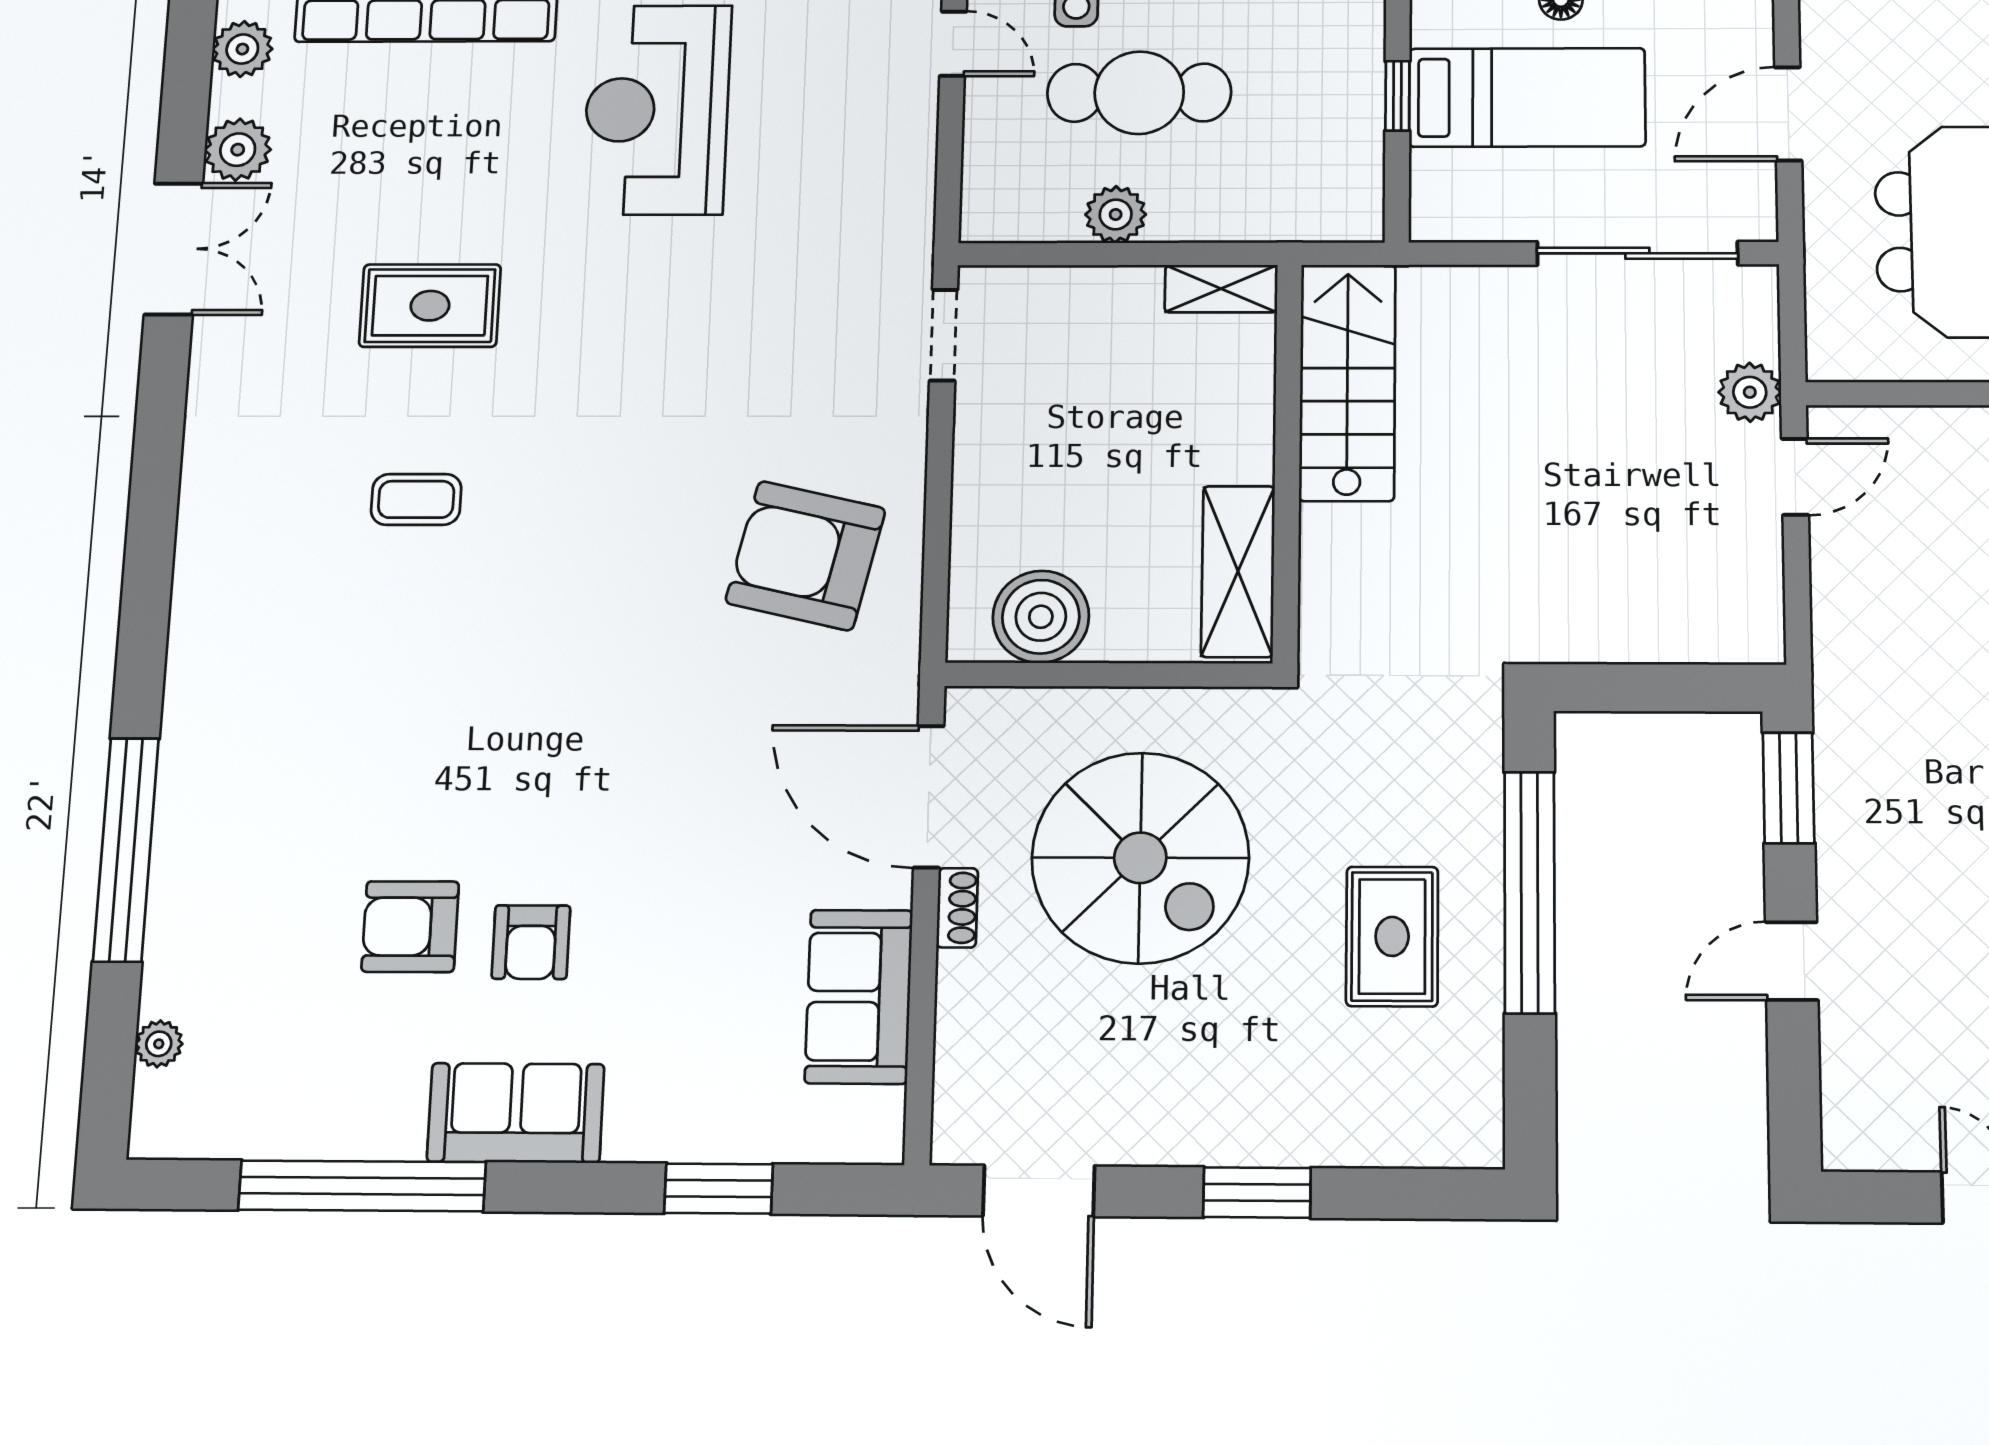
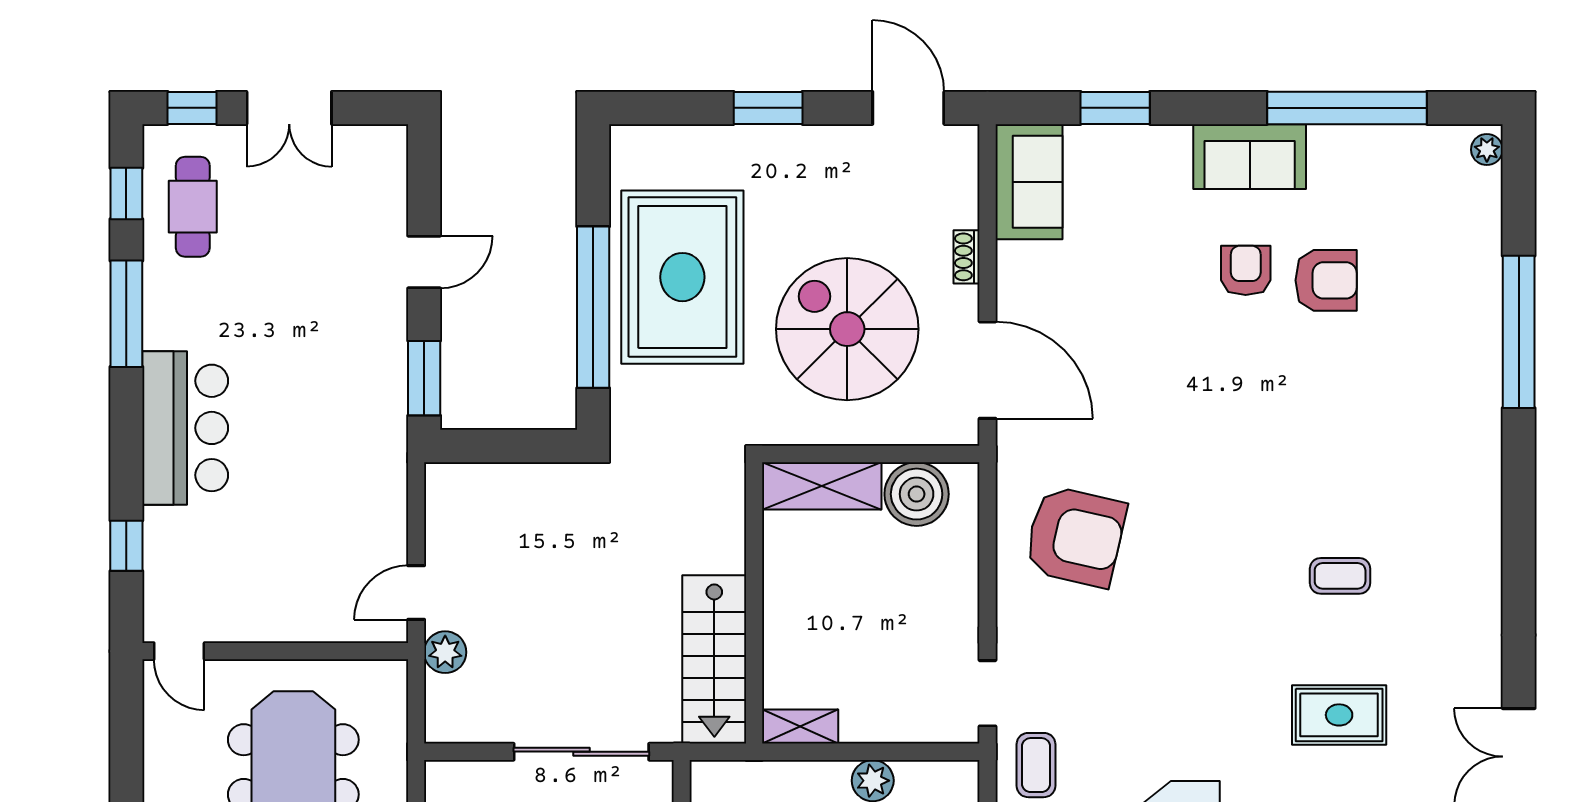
coffee table: (876, 236) -> (1036, 765), added
sliding door: (1637, 253) -> (581, 752), moved
shelving: (1238, 571) -> (822, 486), moved, turned 90
shoe rack: (957, 908) -> (966, 257), moved
rug: (1392, 936) -> (682, 277), width x1.86, depth x2.06
sofa: (859, 997) -> (1029, 182), moved
plant: (159, 1044) -> (1487, 150), moved

